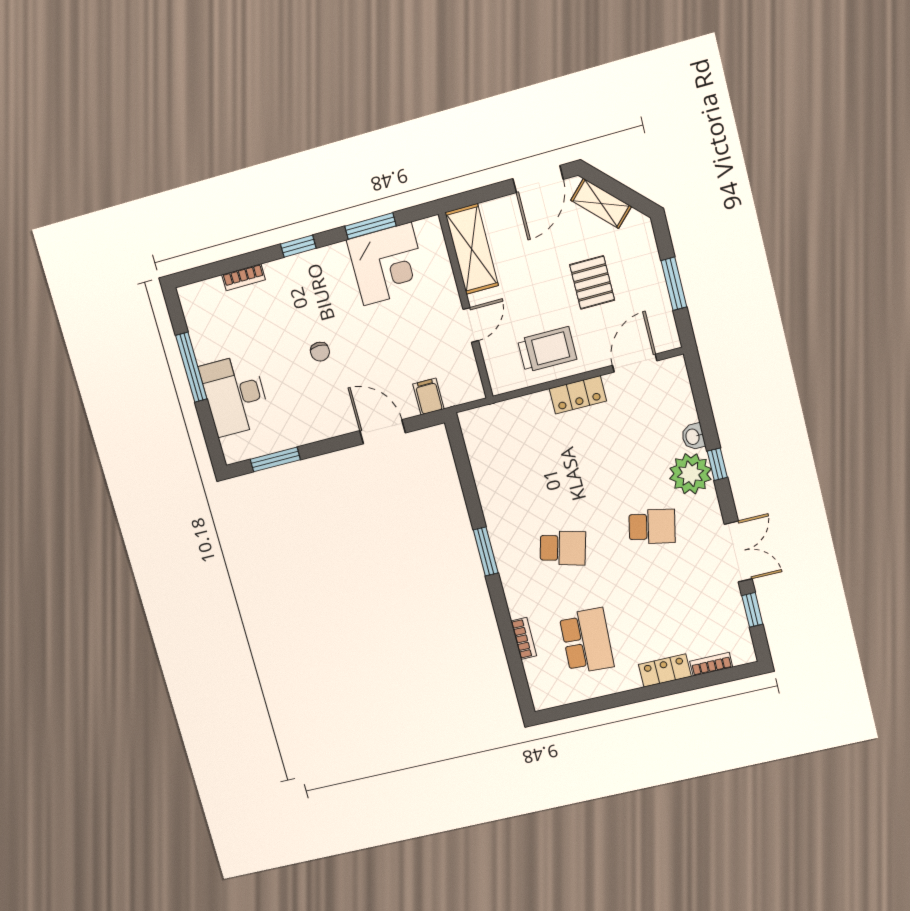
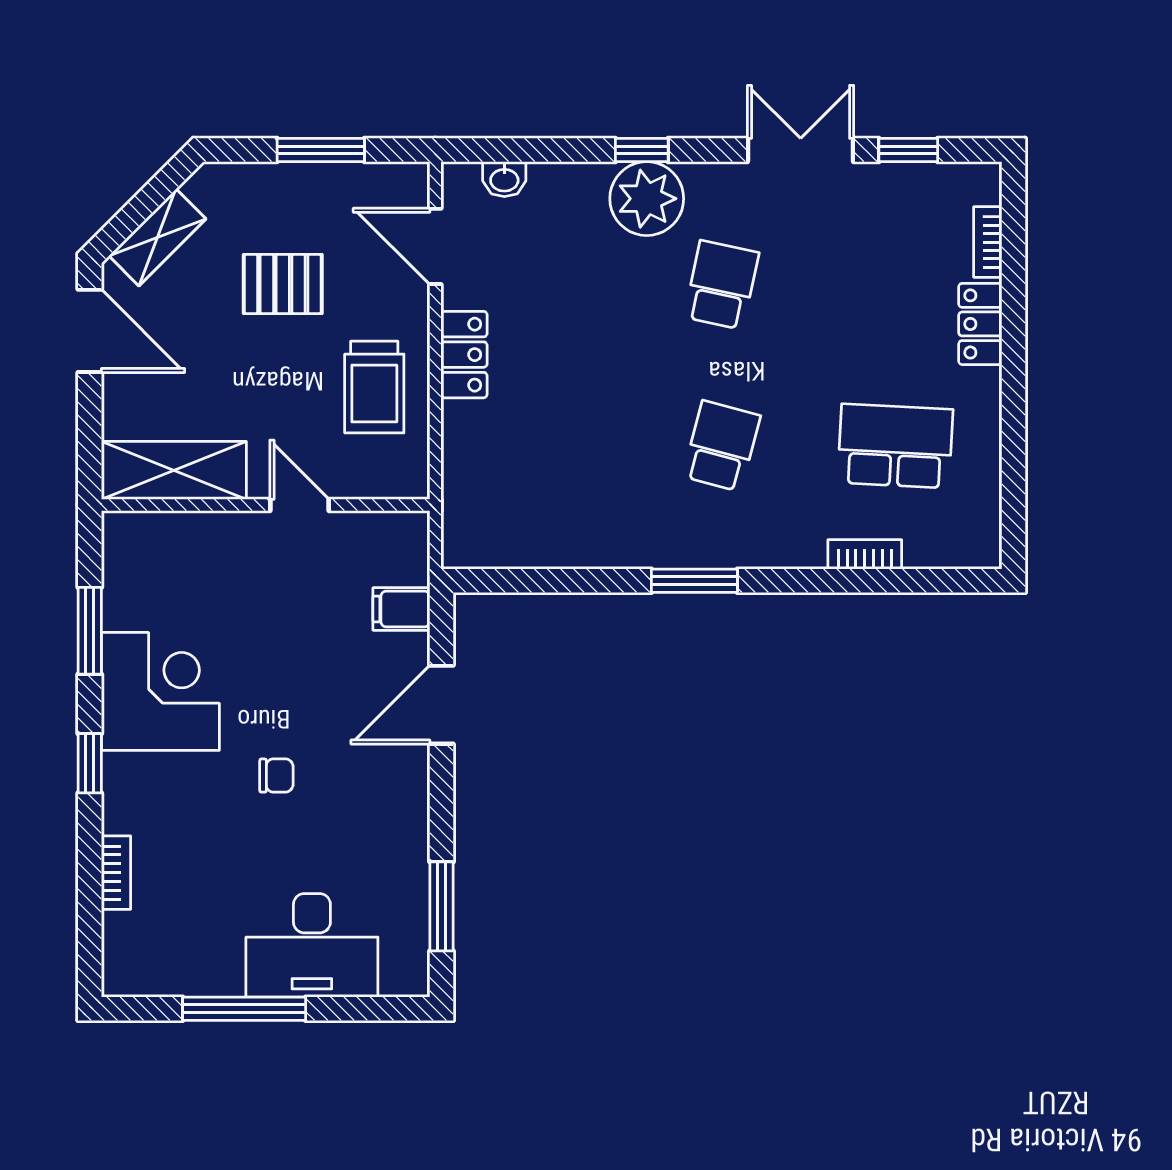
corner desk: (387, 264) -> (160, 691), moved
trolley: (547, 349) -> (374, 387), turned 180
washbasin: (693, 437) -> (504, 179), moved

